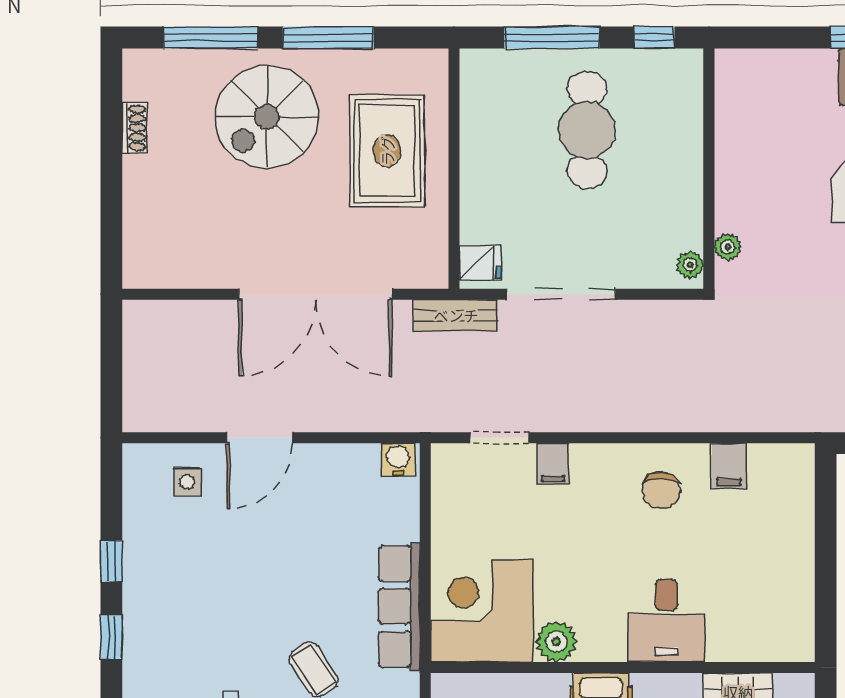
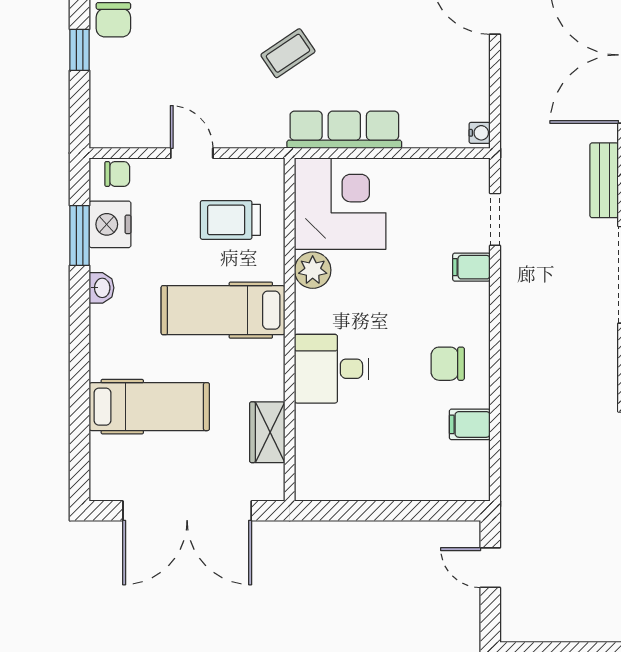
water cooler: (398, 459) -> (480, 133), width x0.72, depth x0.72

